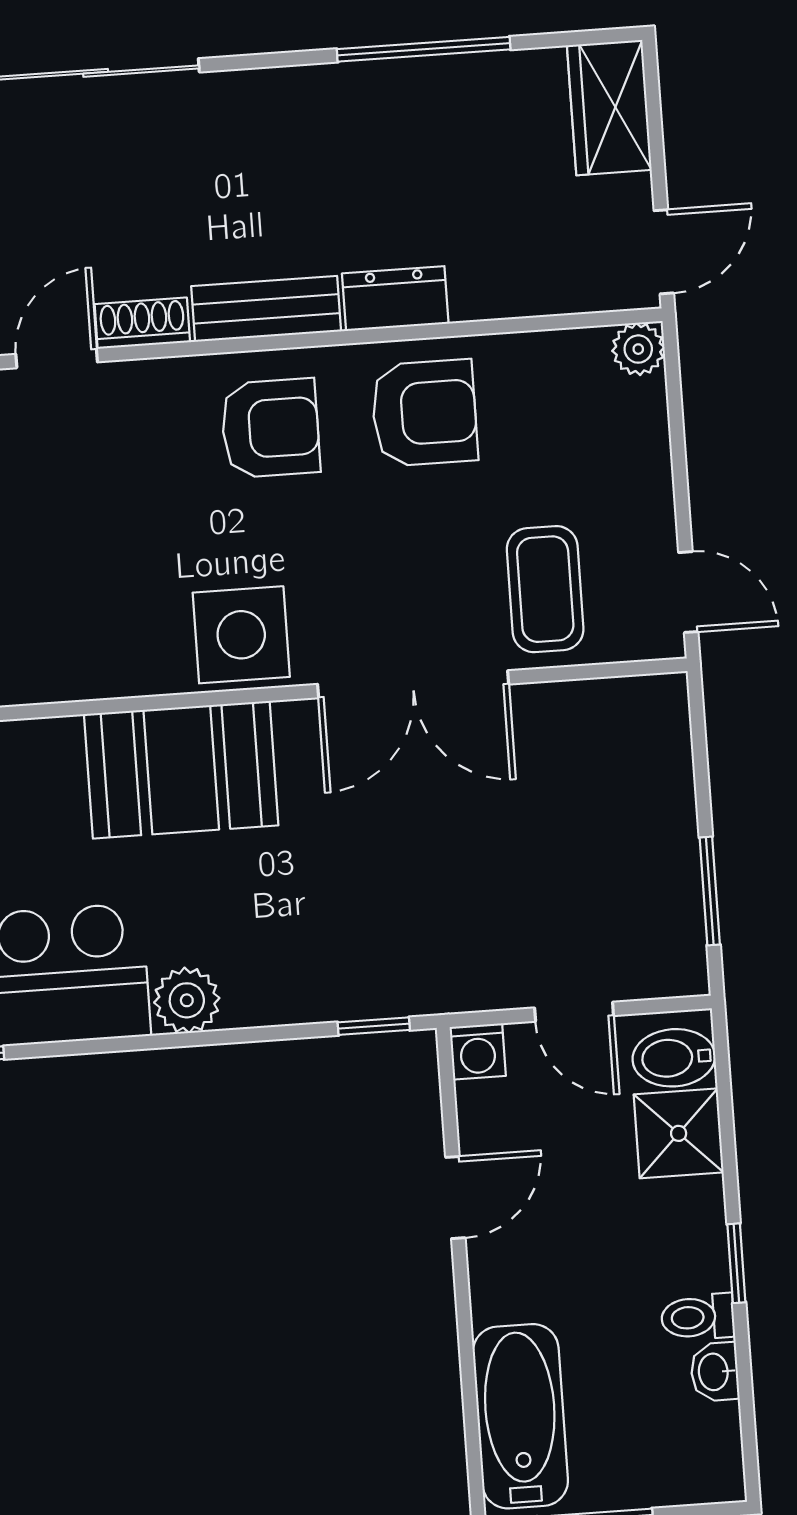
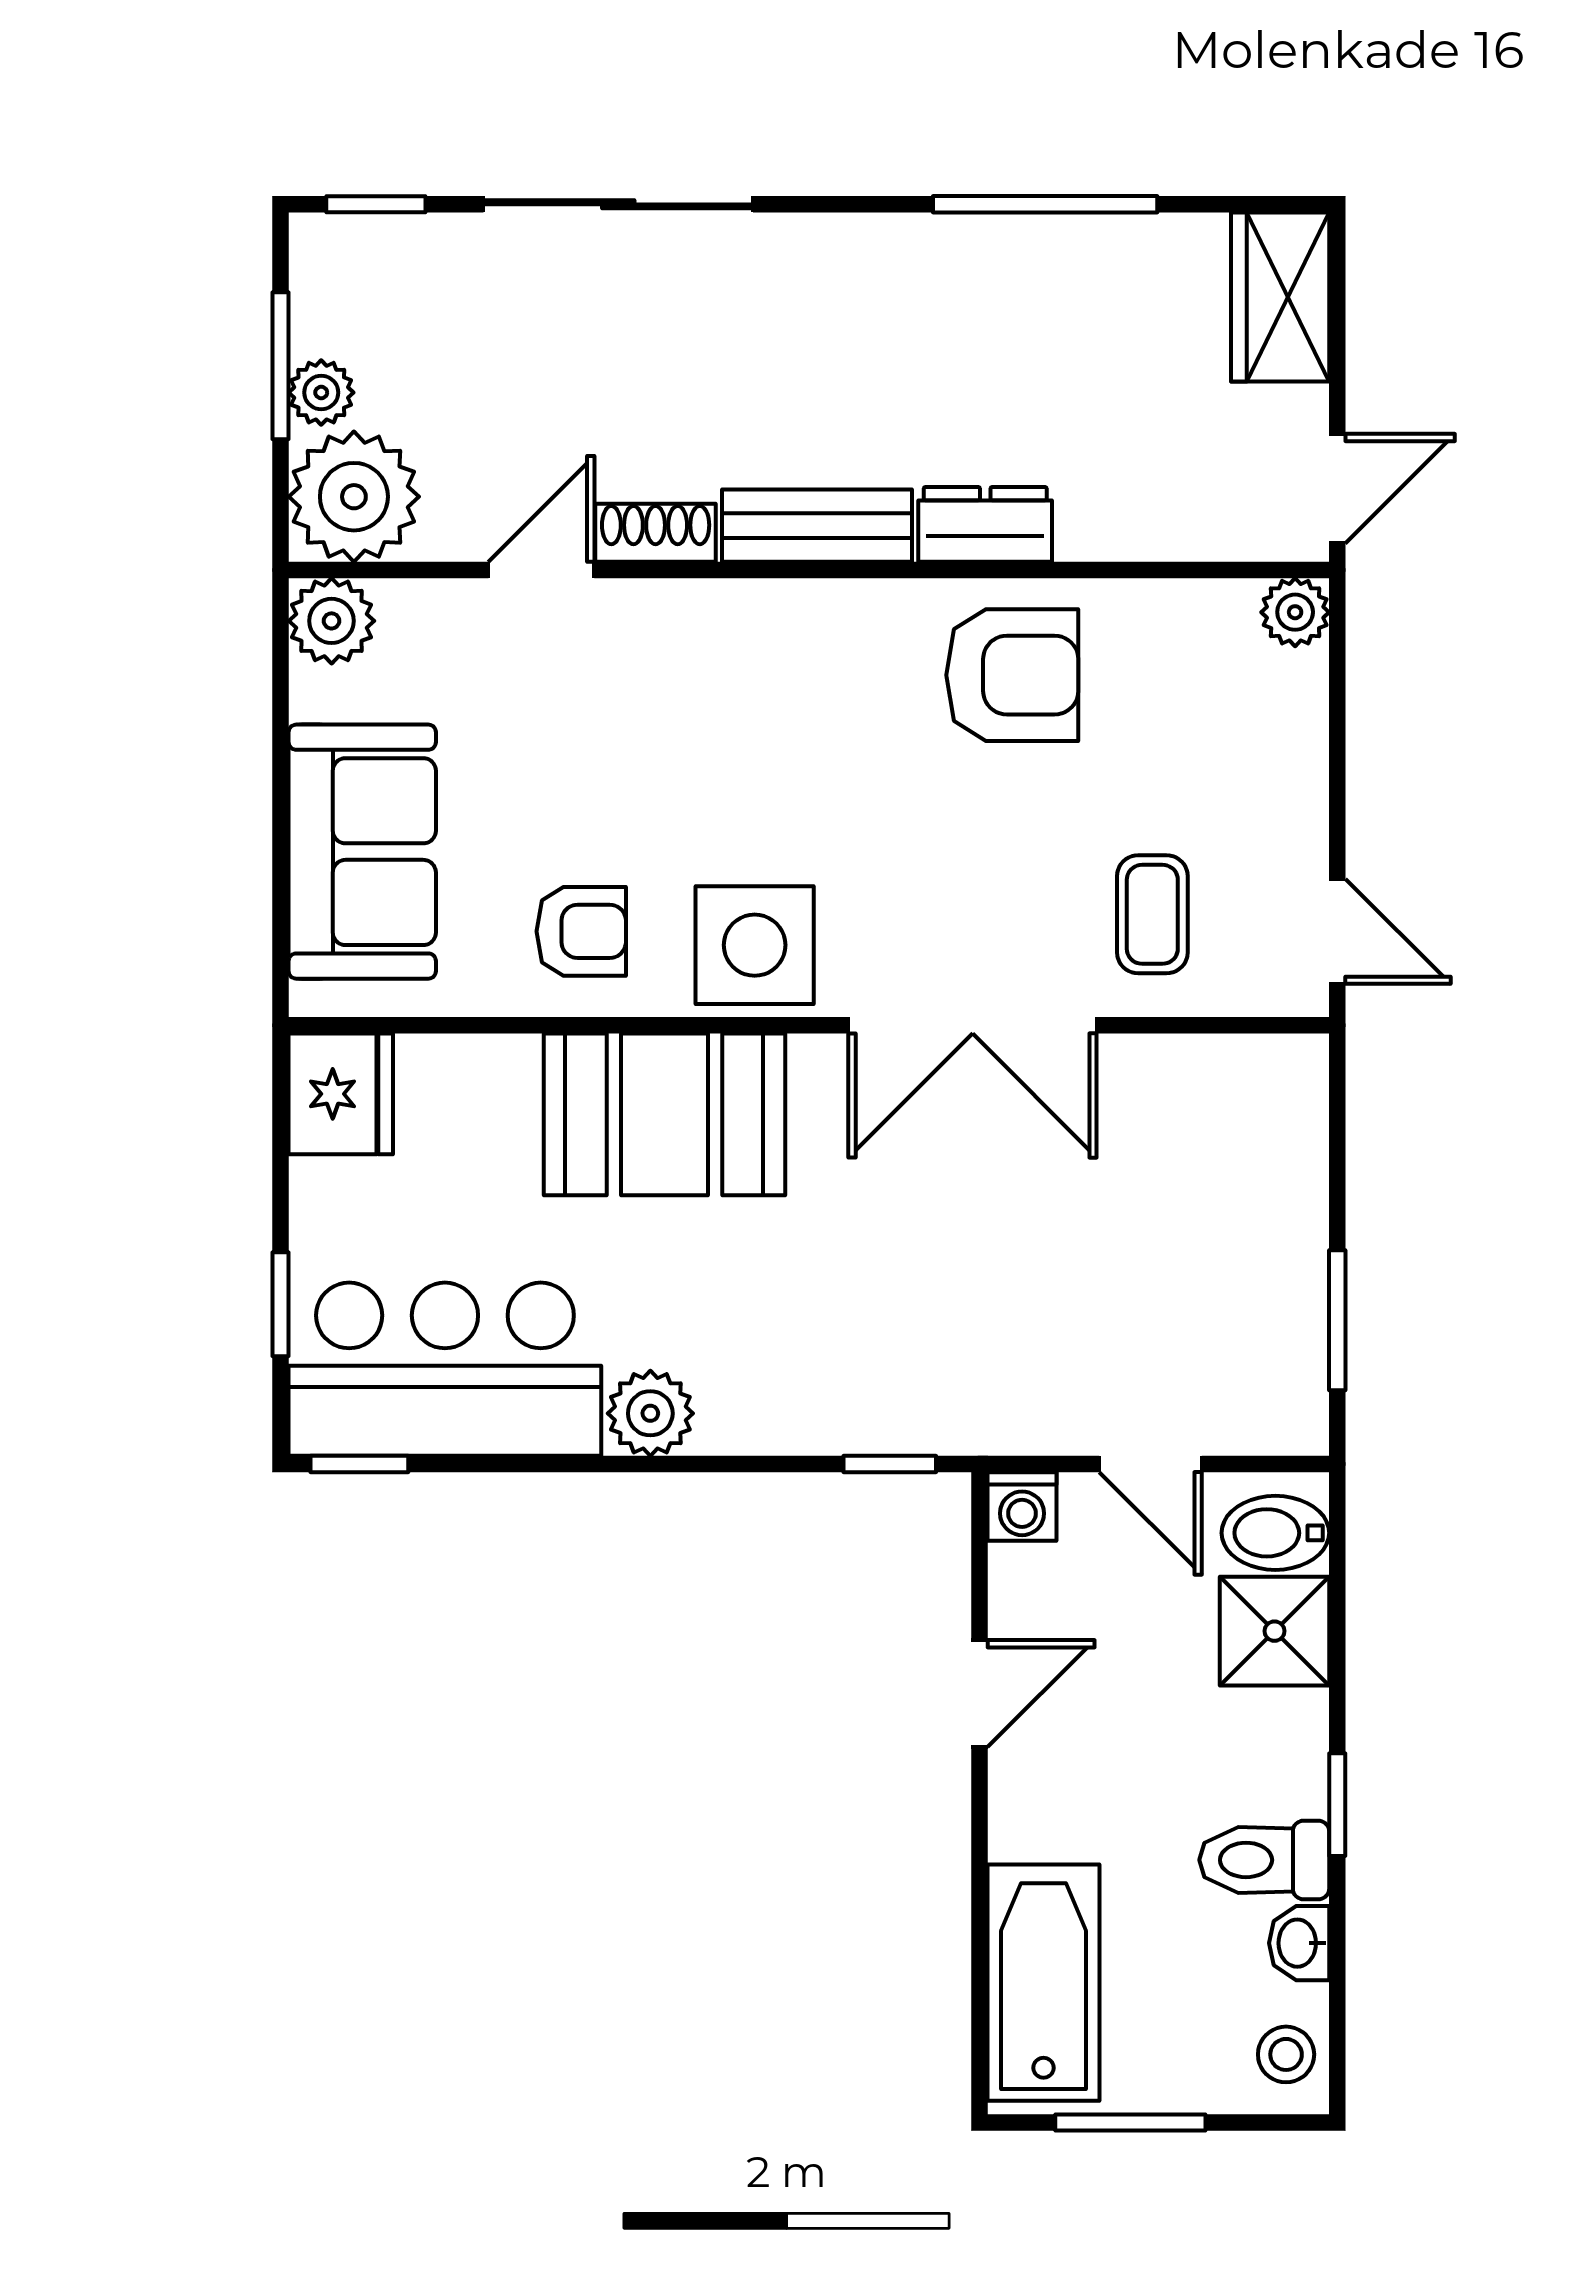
armchair: (270, 428) -> (581, 931), moved, width x0.72, depth x0.72
coffee table: (545, 589) -> (1152, 914), width x0.73, depth x0.77
toilet: (698, 1317) -> (1264, 1860), width x1.37, depth x1.39
stool: (711, 1458) -> (1286, 2054), added

